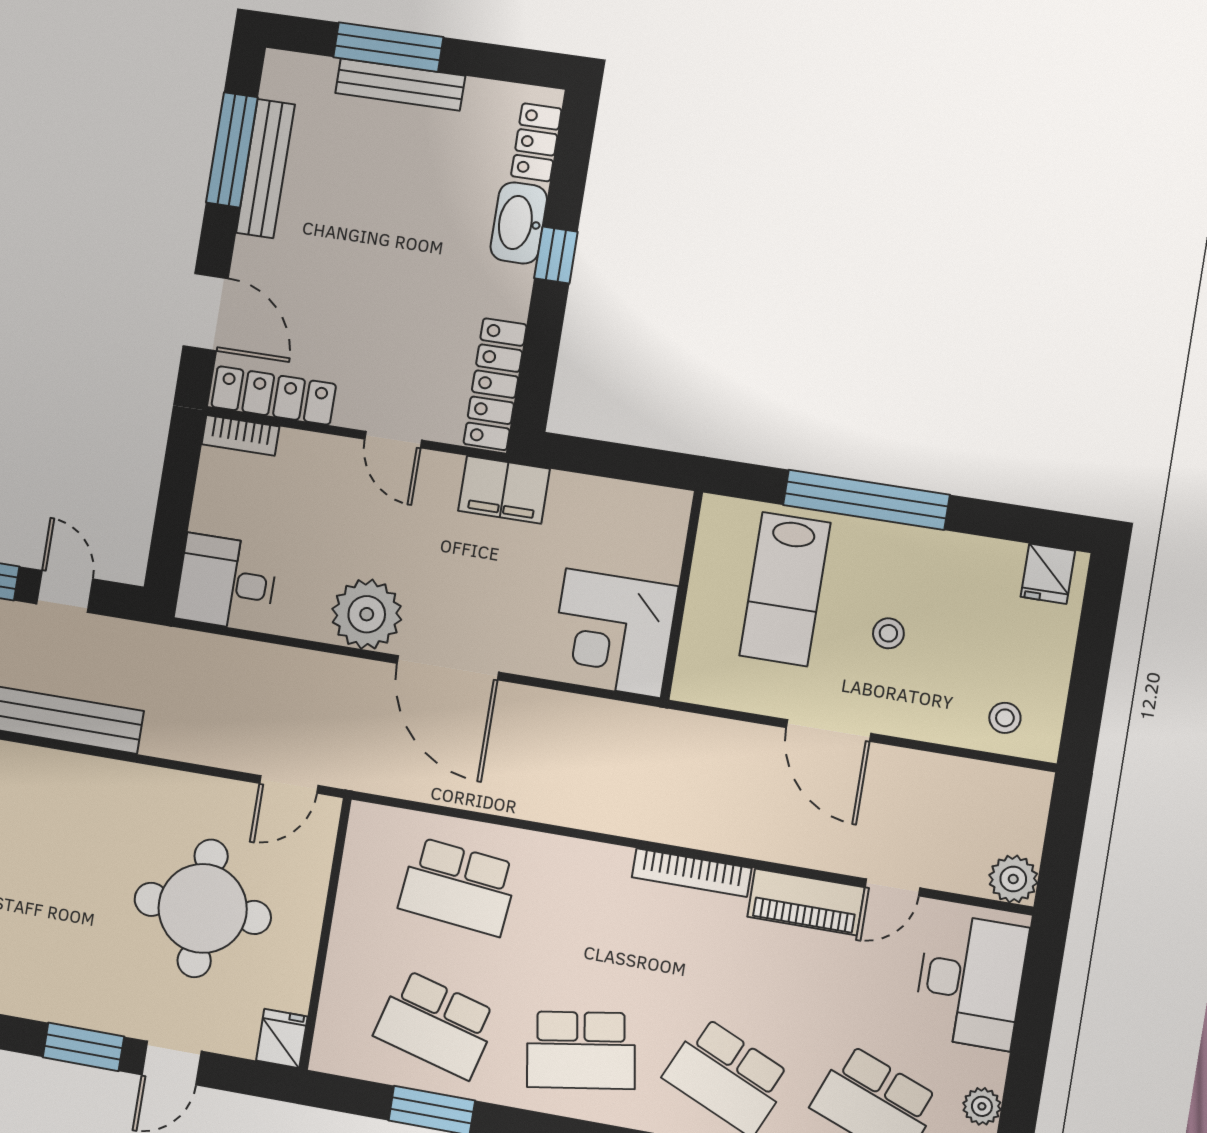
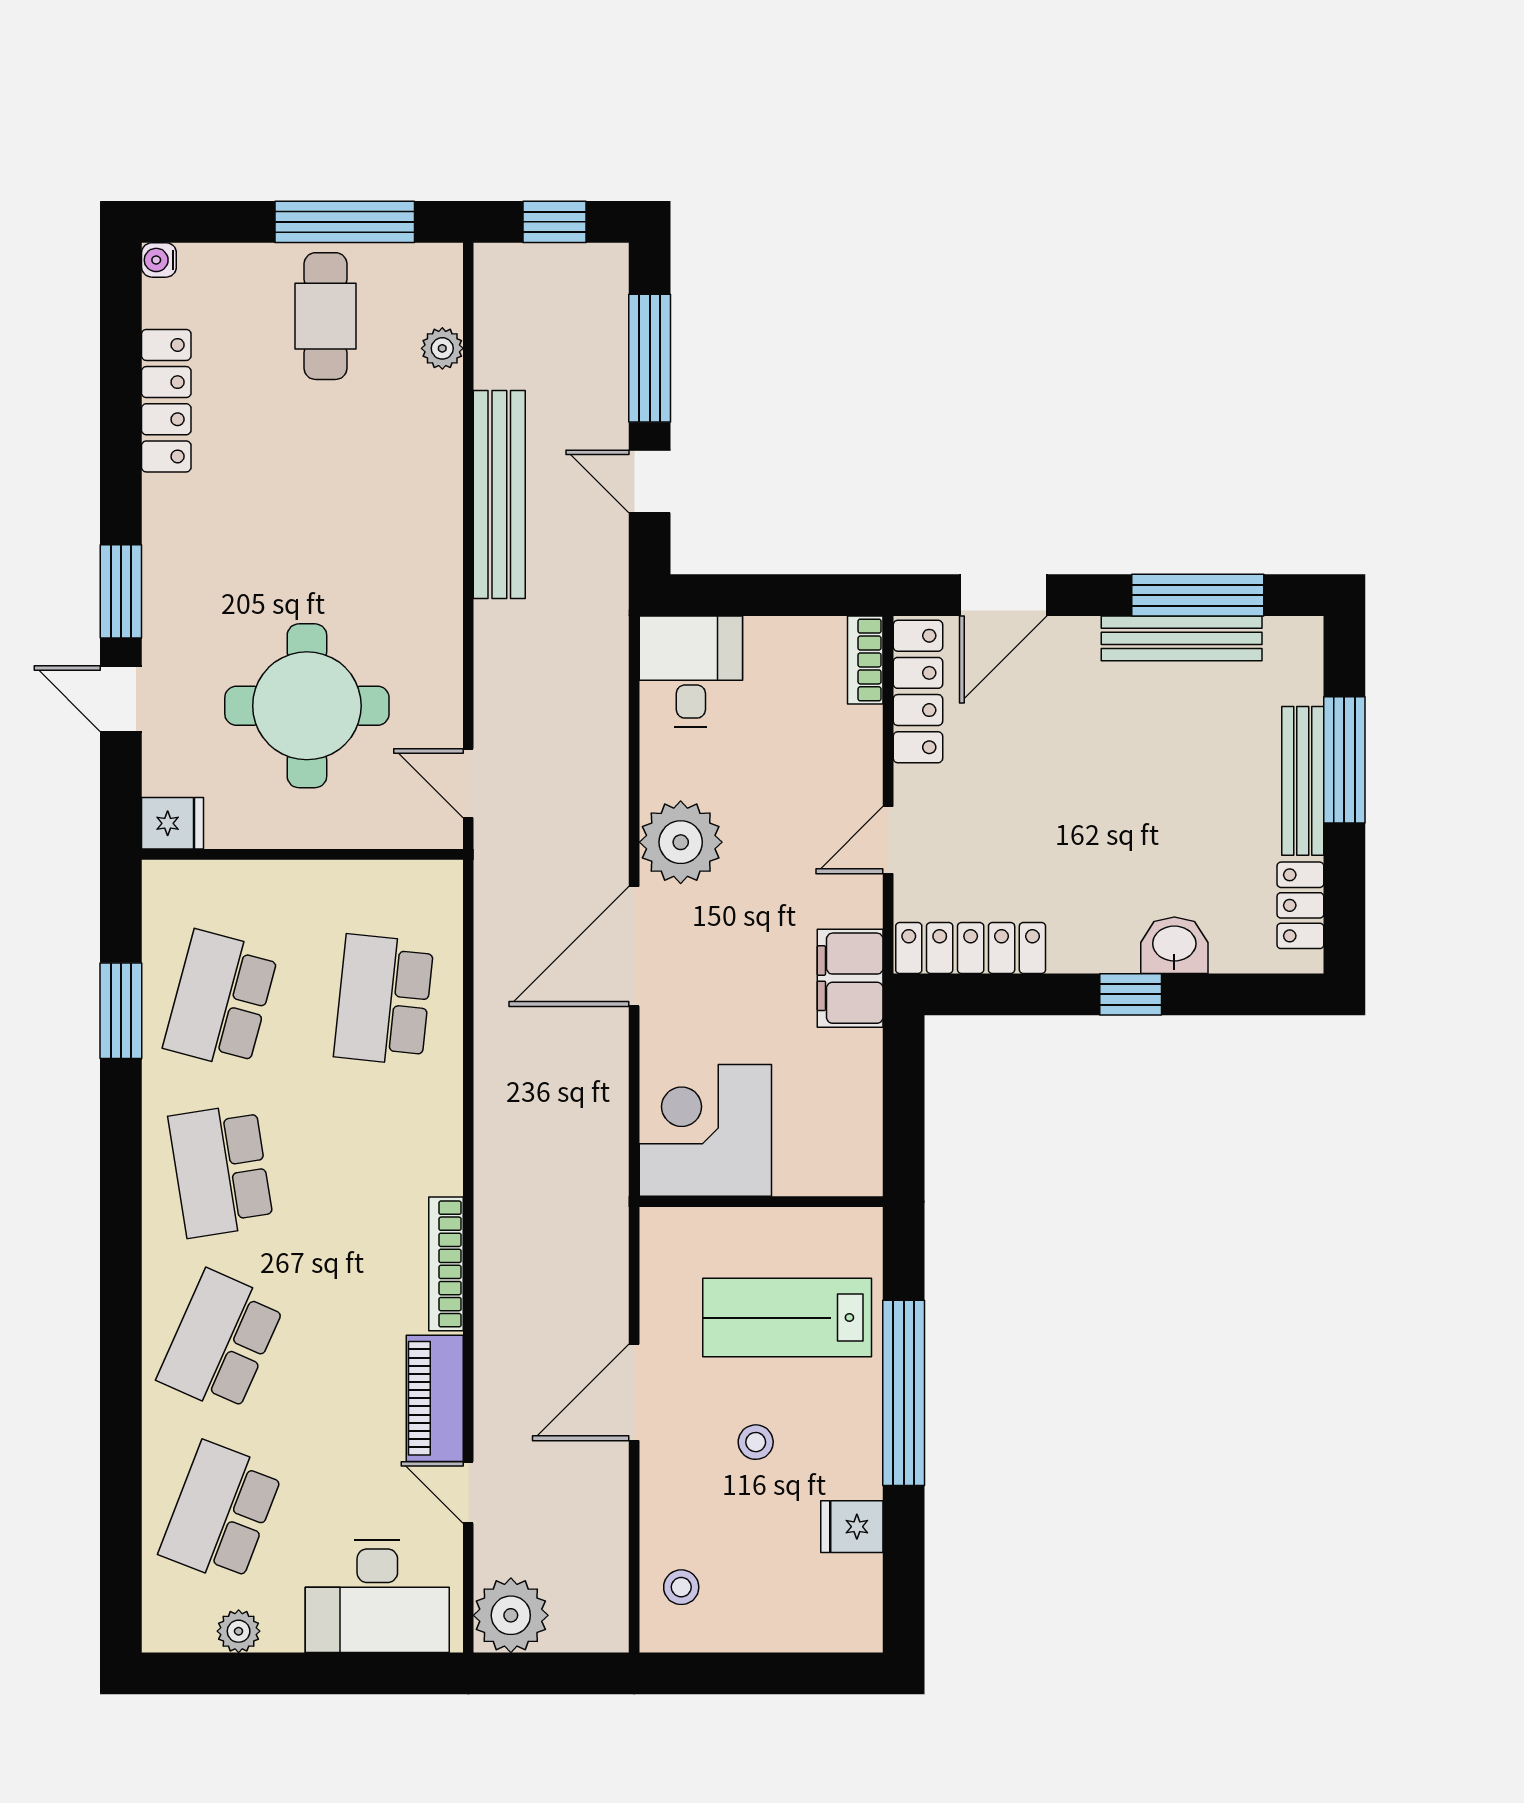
locker: (536, 142) -> (1300, 905), moved, turned -90
washbasin: (519, 223) -> (1174, 945), width x0.72
fridge: (1048, 574) -> (852, 1527), moved
door: (65, 591) -> (650, 481), swing flipped
plant: (1013, 879) -> (511, 1615), width x1.36, depth x1.36

